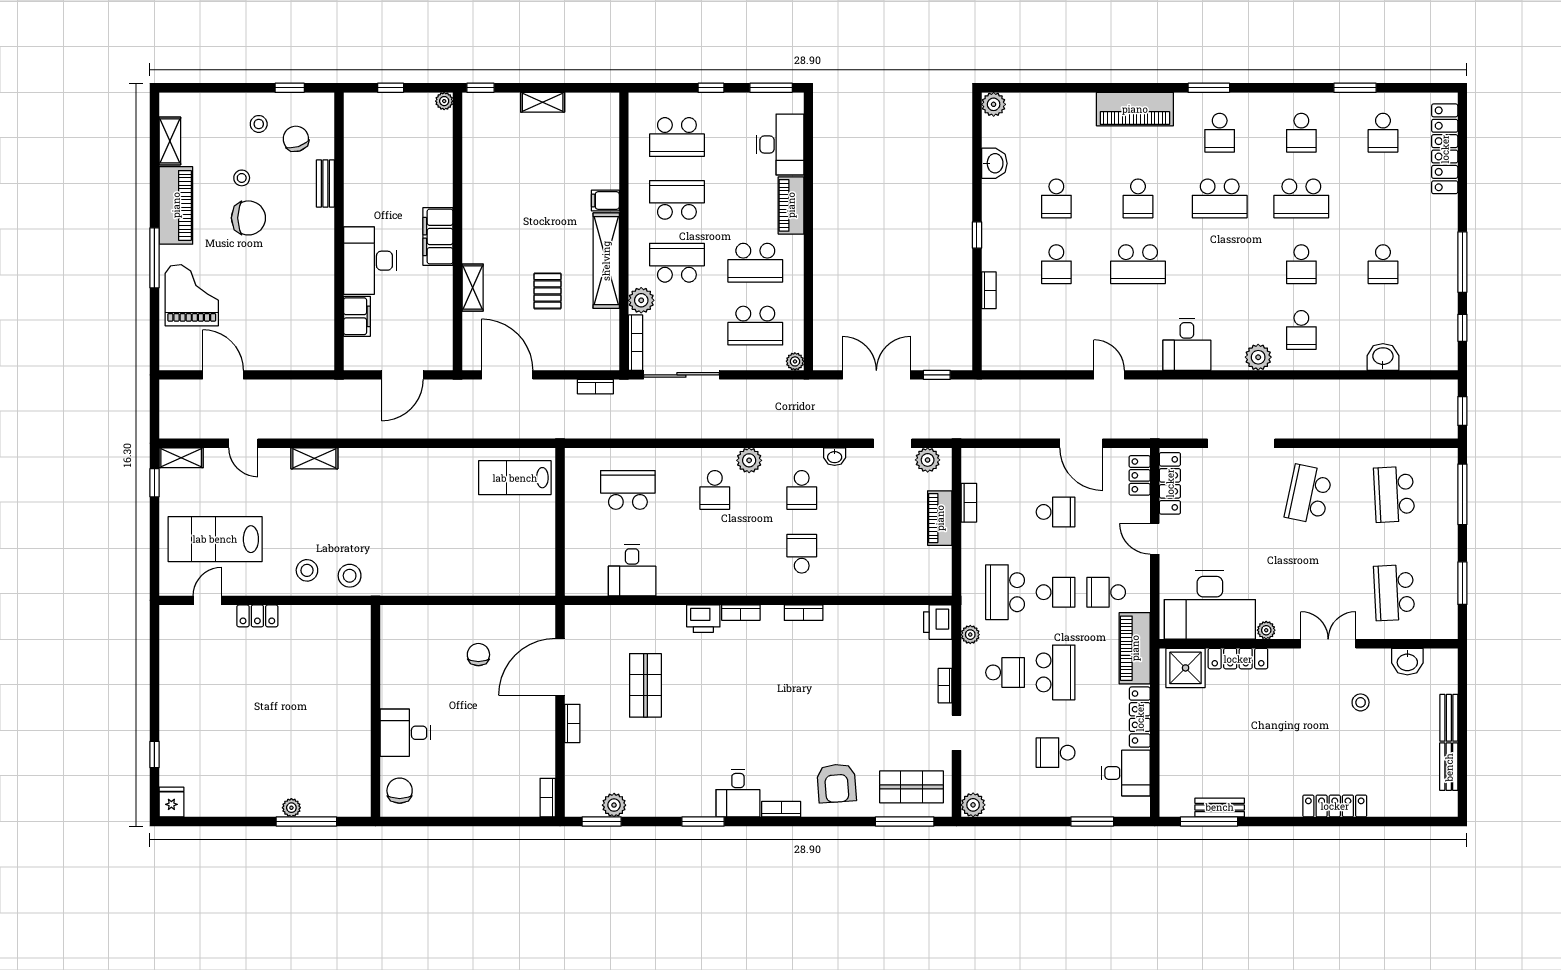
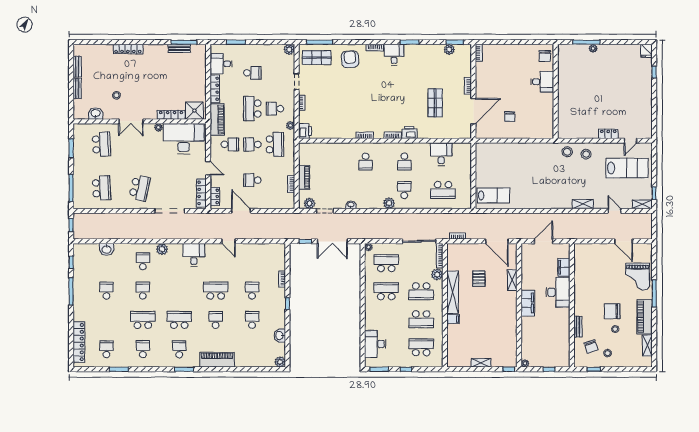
piano: (791, 205) -> (370, 317), removed
school desk: (802, 490) -> (404, 162), moved, turned 180

